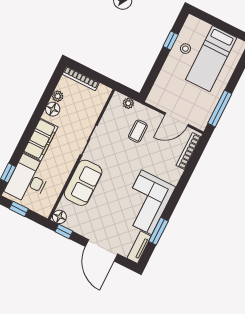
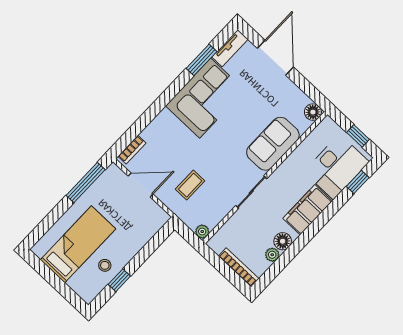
plant: (128, 103) -> (202, 231), moved
bookcase: (188, 151) -> (132, 150), width x0.64
window: (64, 231) -> (313, 93), removed

